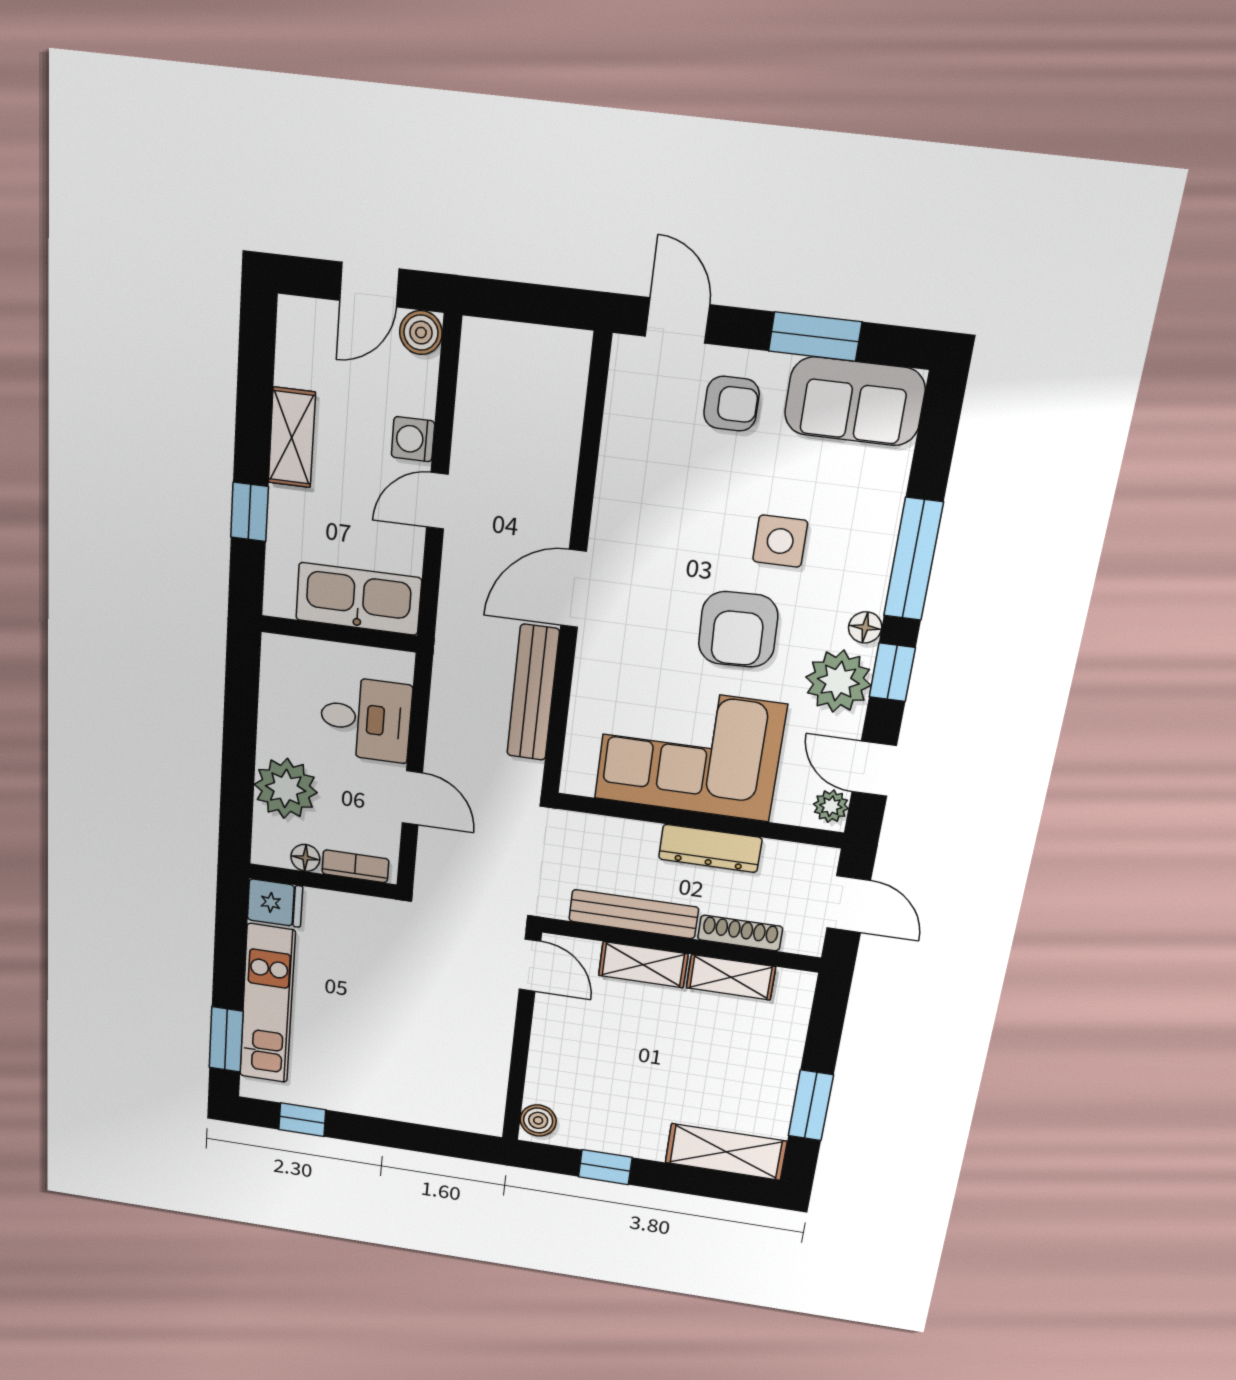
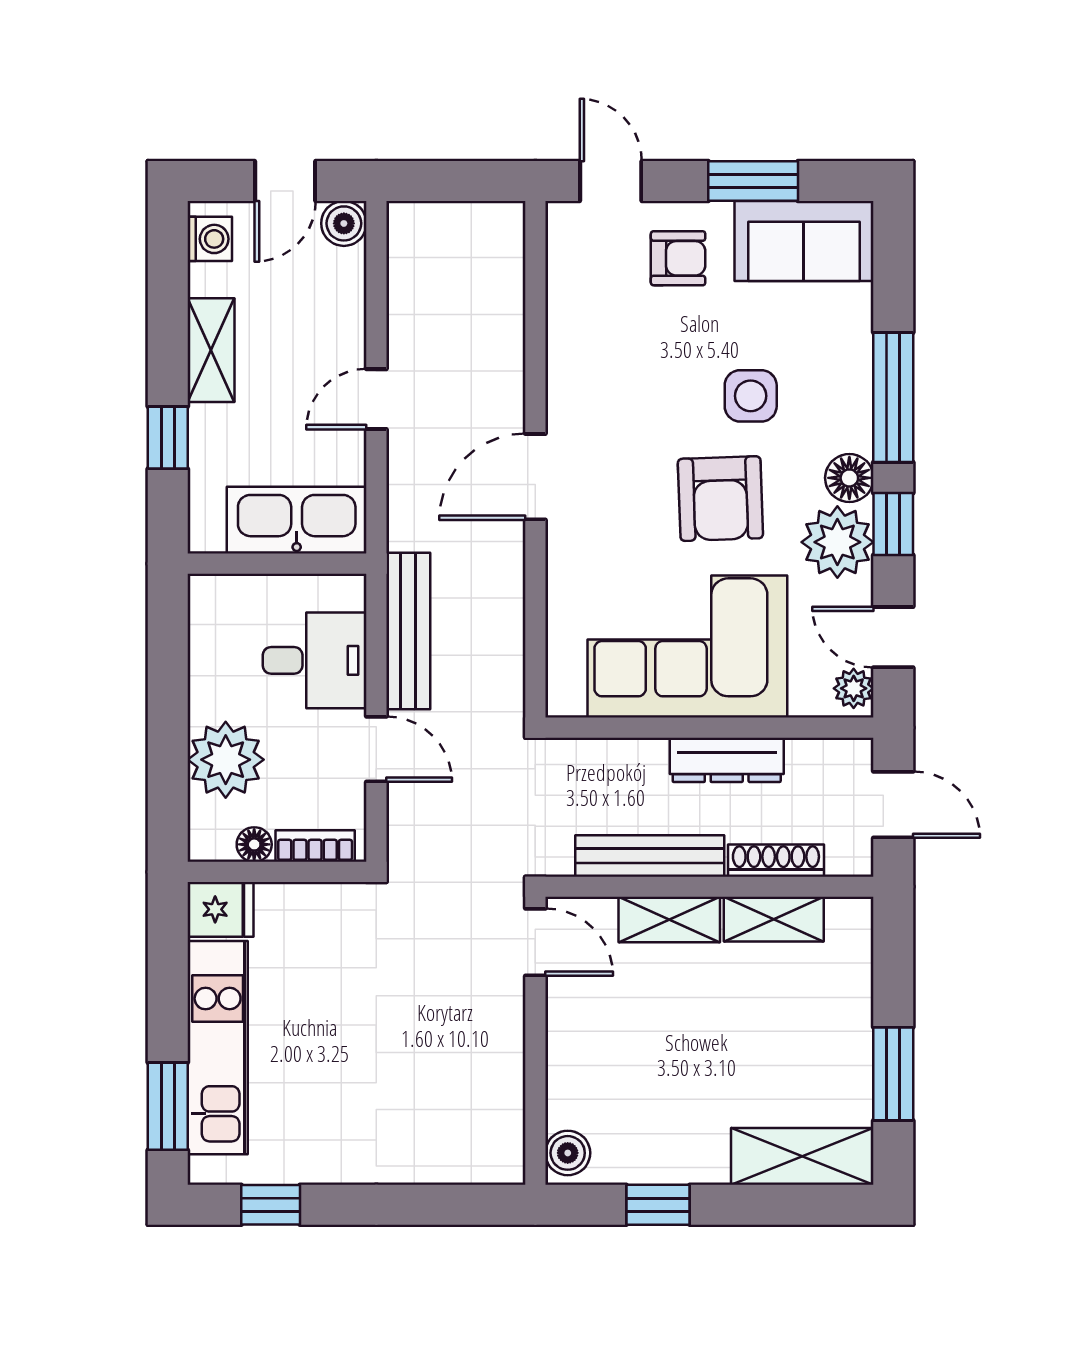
washing machine: (413, 439) -> (210, 239), moved, turned 180
floor lamp: (865, 627) -> (849, 478), width x1.37, depth x1.37
bench: (533, 693) -> (408, 631), moved

